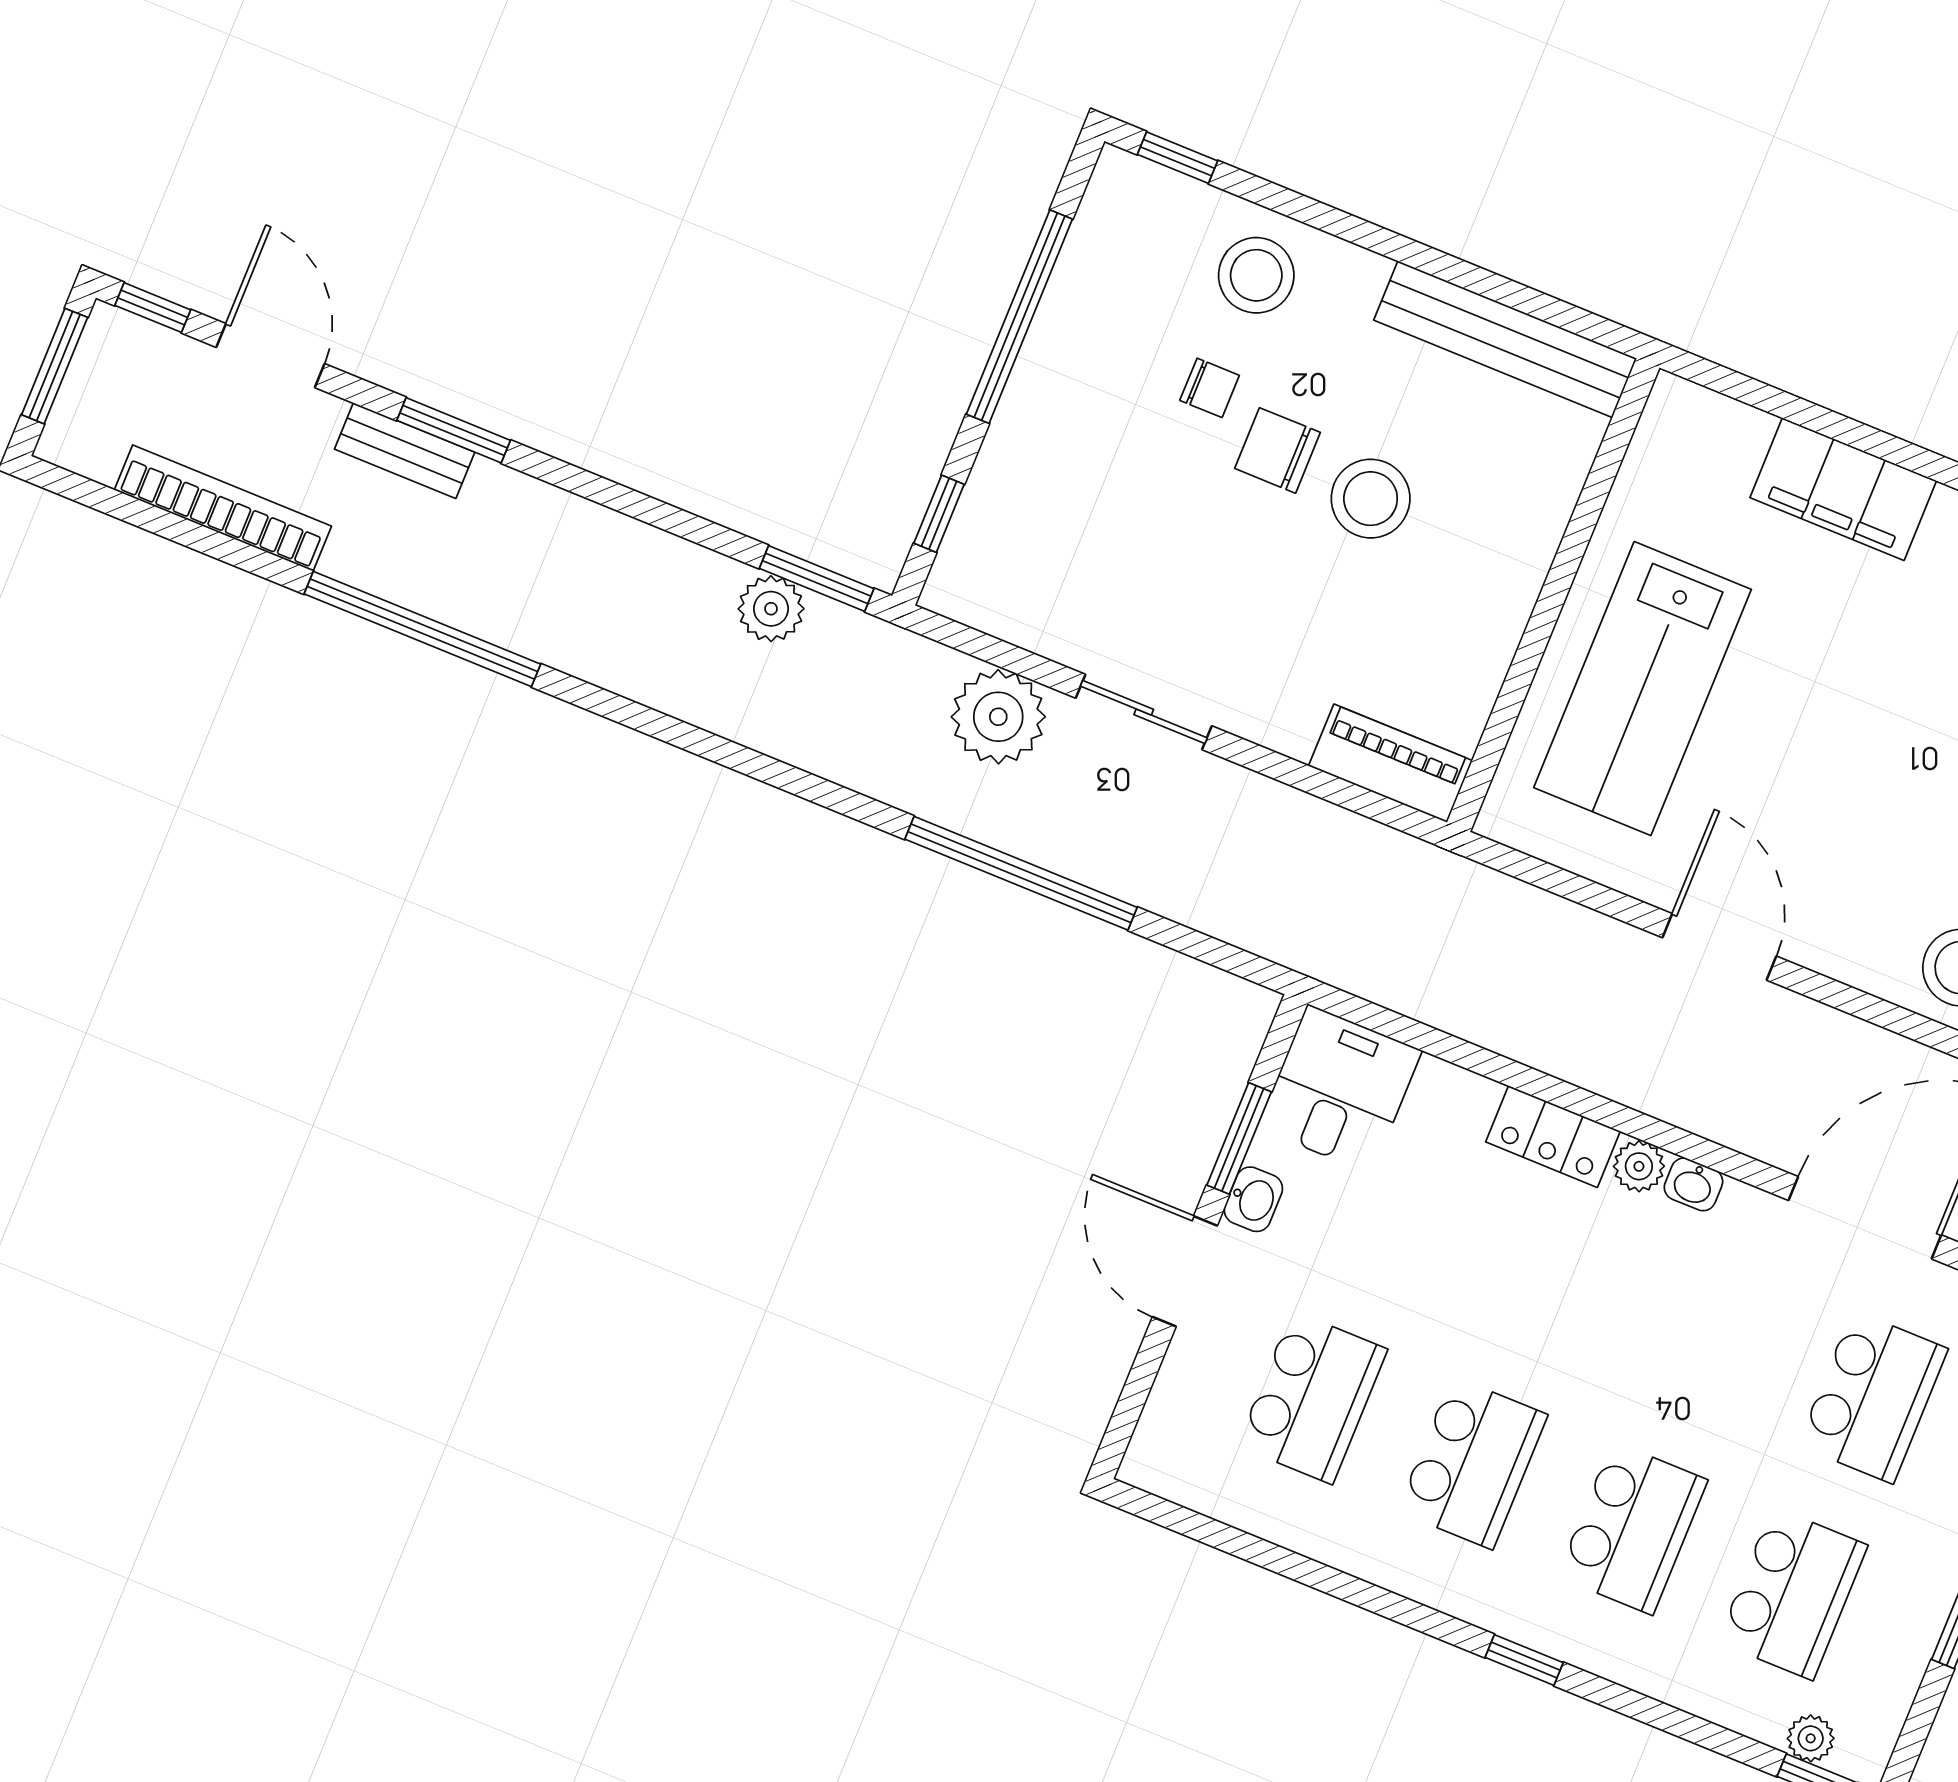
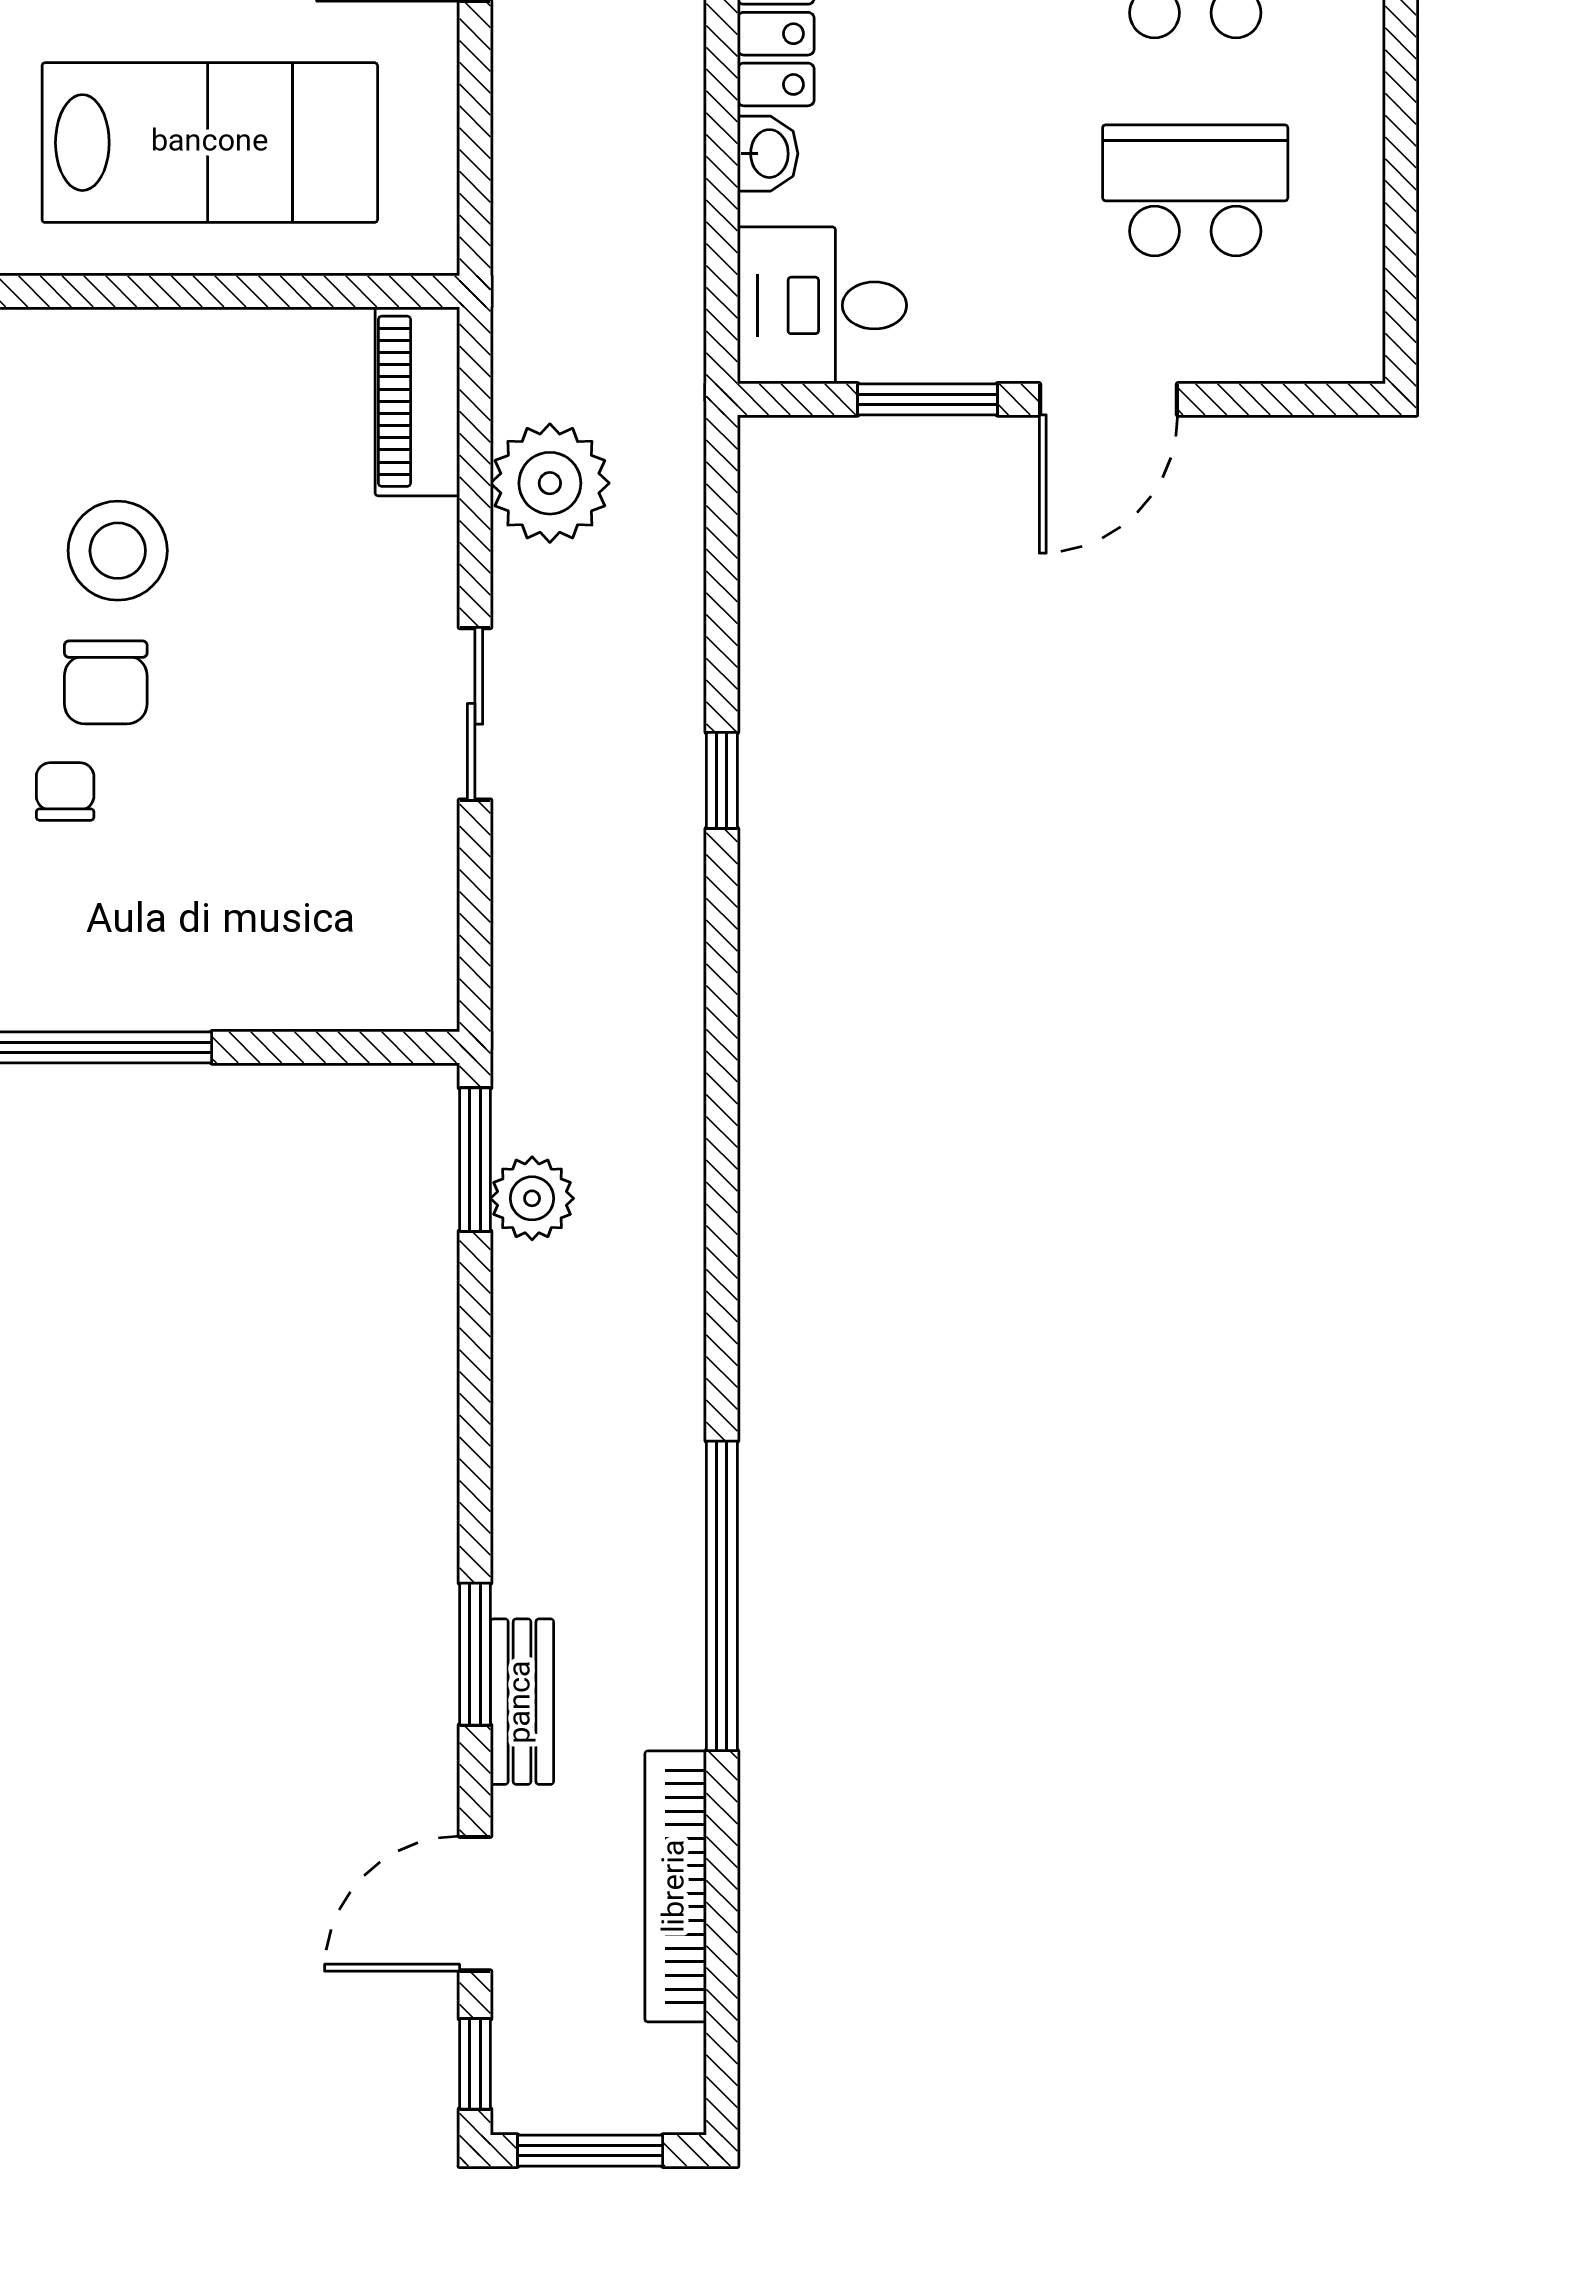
window: (939, 514) -> (341, 1047), removed
plant: (998, 717) -> (550, 483), moved
window: (1021, 873) -> (722, 780), width x0.32
washbasin: (1253, 1199) -> (768, 154), moved, turned 90

